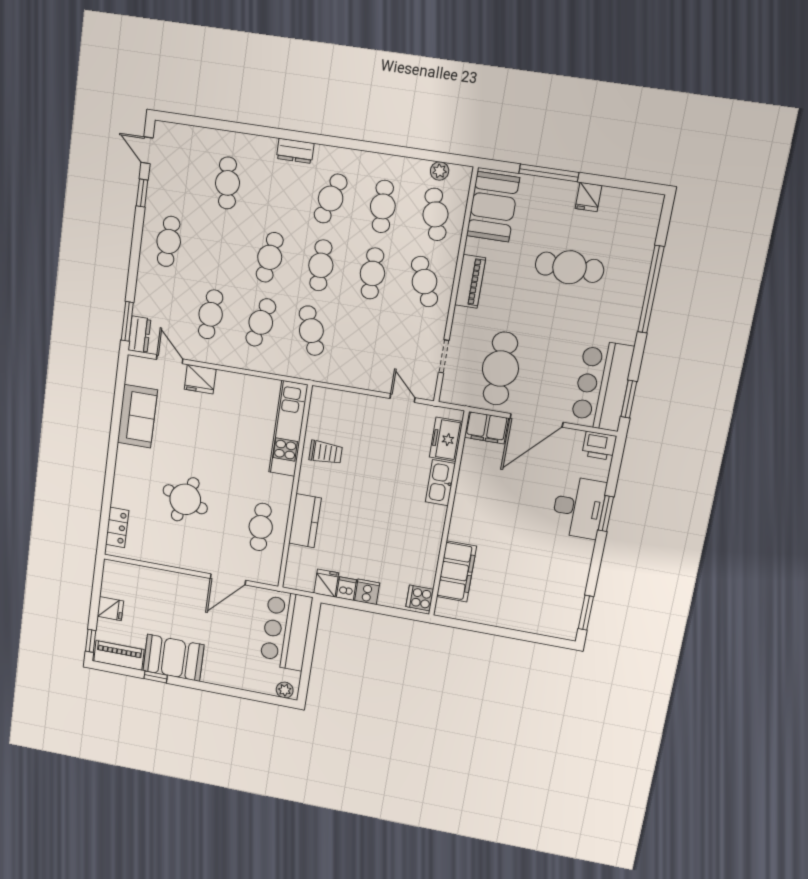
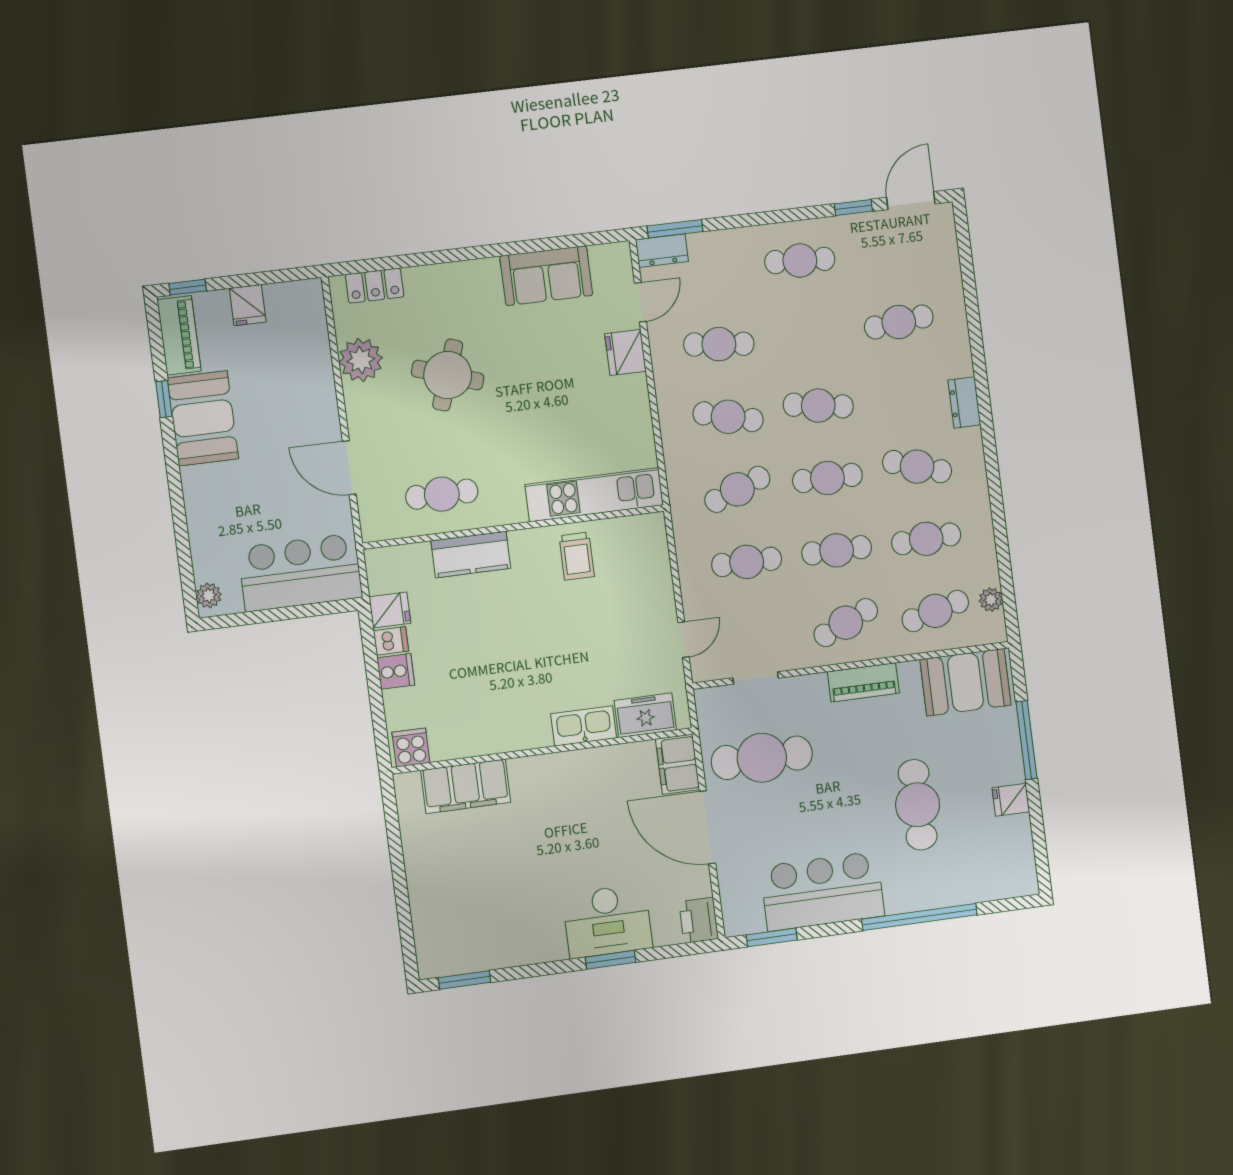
door: (147, 150) -> (911, 201), width x1.38
cafe table: (362, 339) -> (747, 562), added
bar counter: (602, 385) -> (822, 891), moved
plant: (162, 551) -> (361, 360), added

